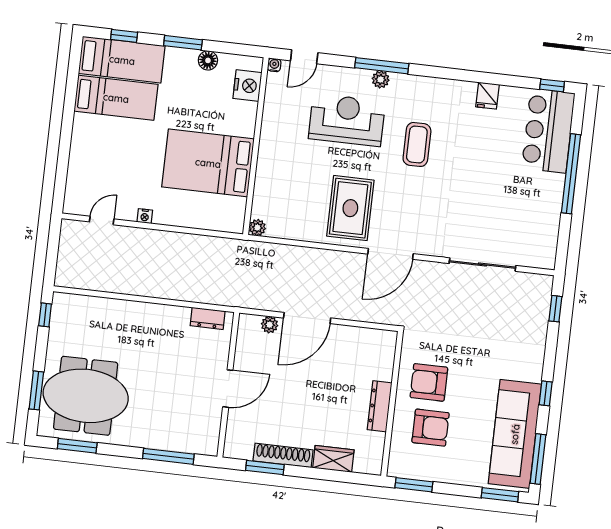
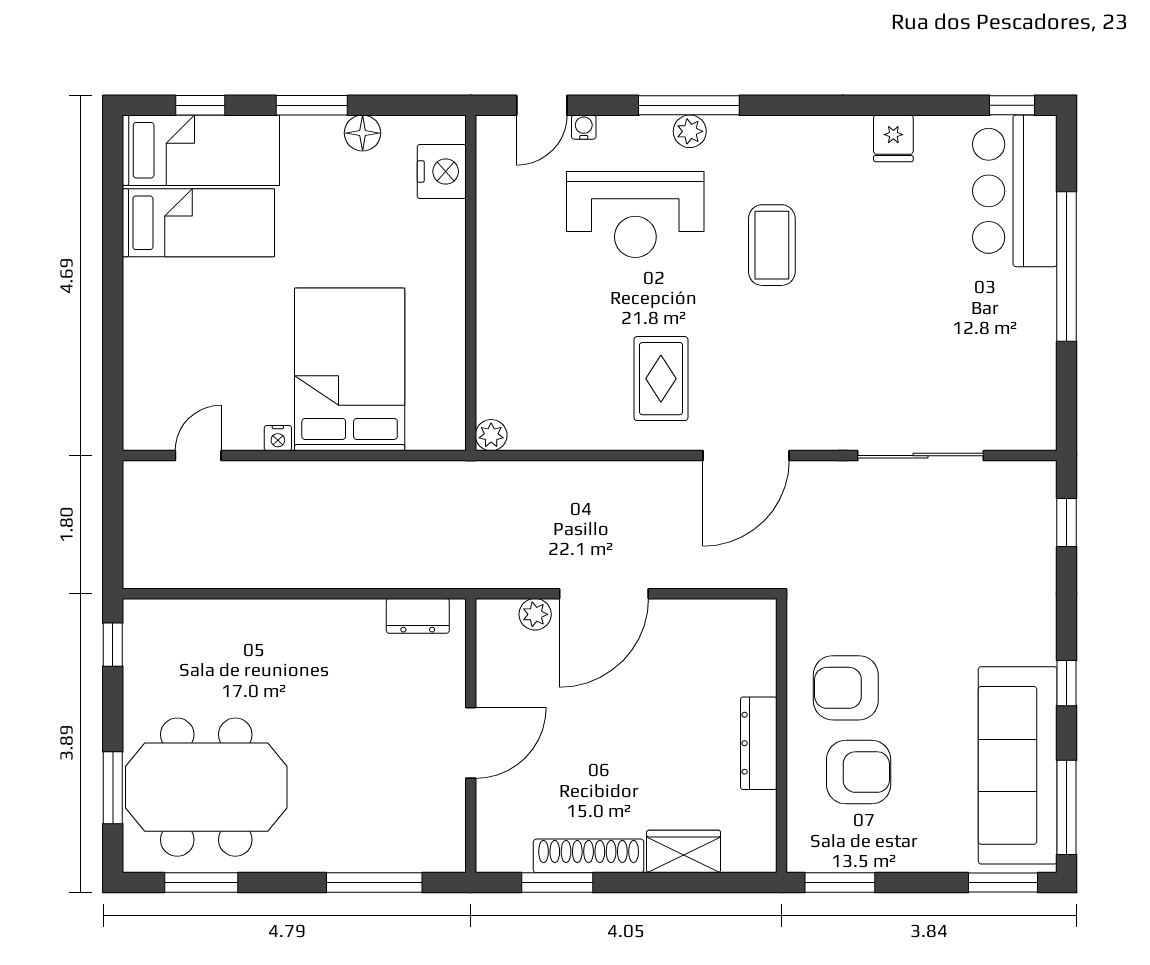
water cooler: (274, 65) -> (584, 127), moved
reception desk: (347, 120) -> (635, 214), turned 180
bed: (208, 163) -> (350, 369), moved, turned 90
rug: (350, 208) -> (661, 379), width x0.73, depth x0.70

